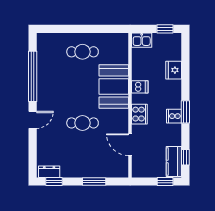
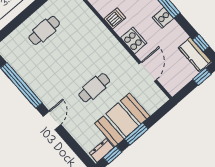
booth: (114, 87) -> (122, 120), moved, turned 90
door: (130, 145) -> (148, 72), swing flipped
window: (94, 182) -> (136, 134), moved

